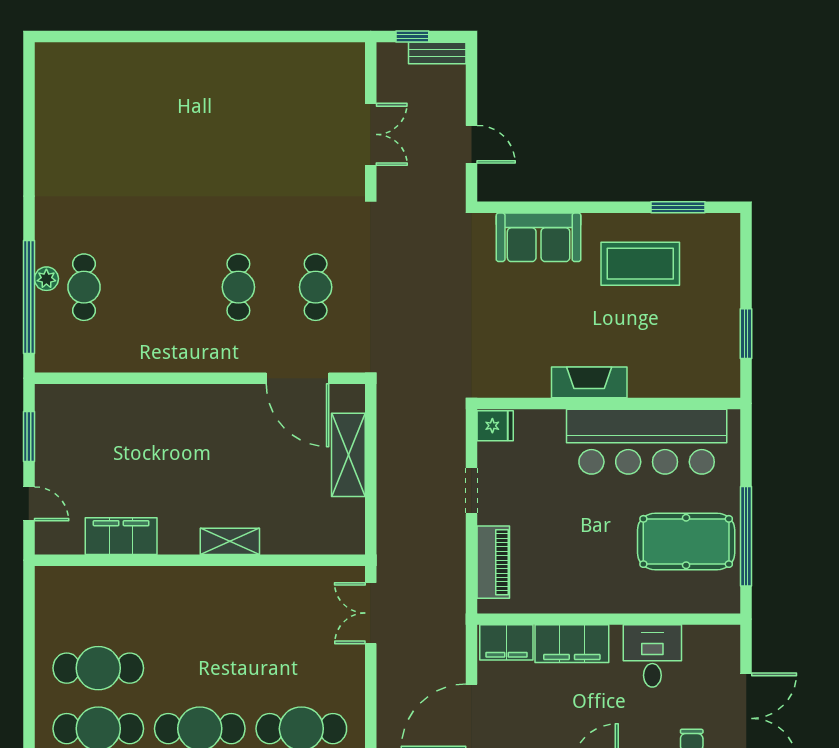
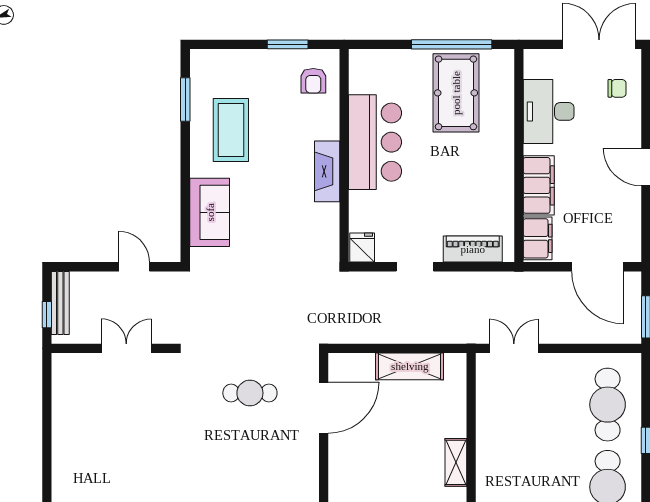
bench: (437, 53) -> (60, 303), width x1.36
door: (471, 144) -> (134, 267), hinge flipped
cafe table: (238, 287) -> (250, 456), removed
armchair: (701, 365) -> (313, 81), added
bar counter: (647, 442) -> (375, 142), width x0.73
shelving: (348, 455) -> (410, 366), moved
double door: (371, 613) -> (514, 348), swing flipped
desk: (652, 656) -> (549, 111), width x1.37

